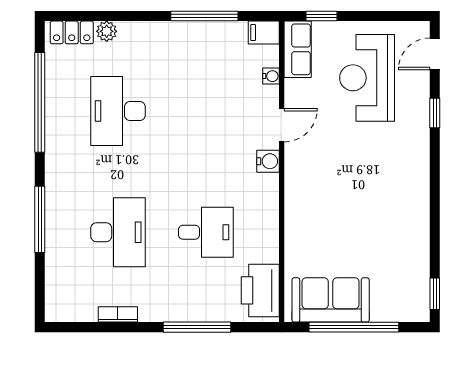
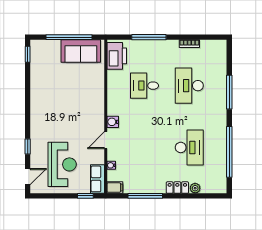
locker: (72, 32) -> (177, 188), moved

